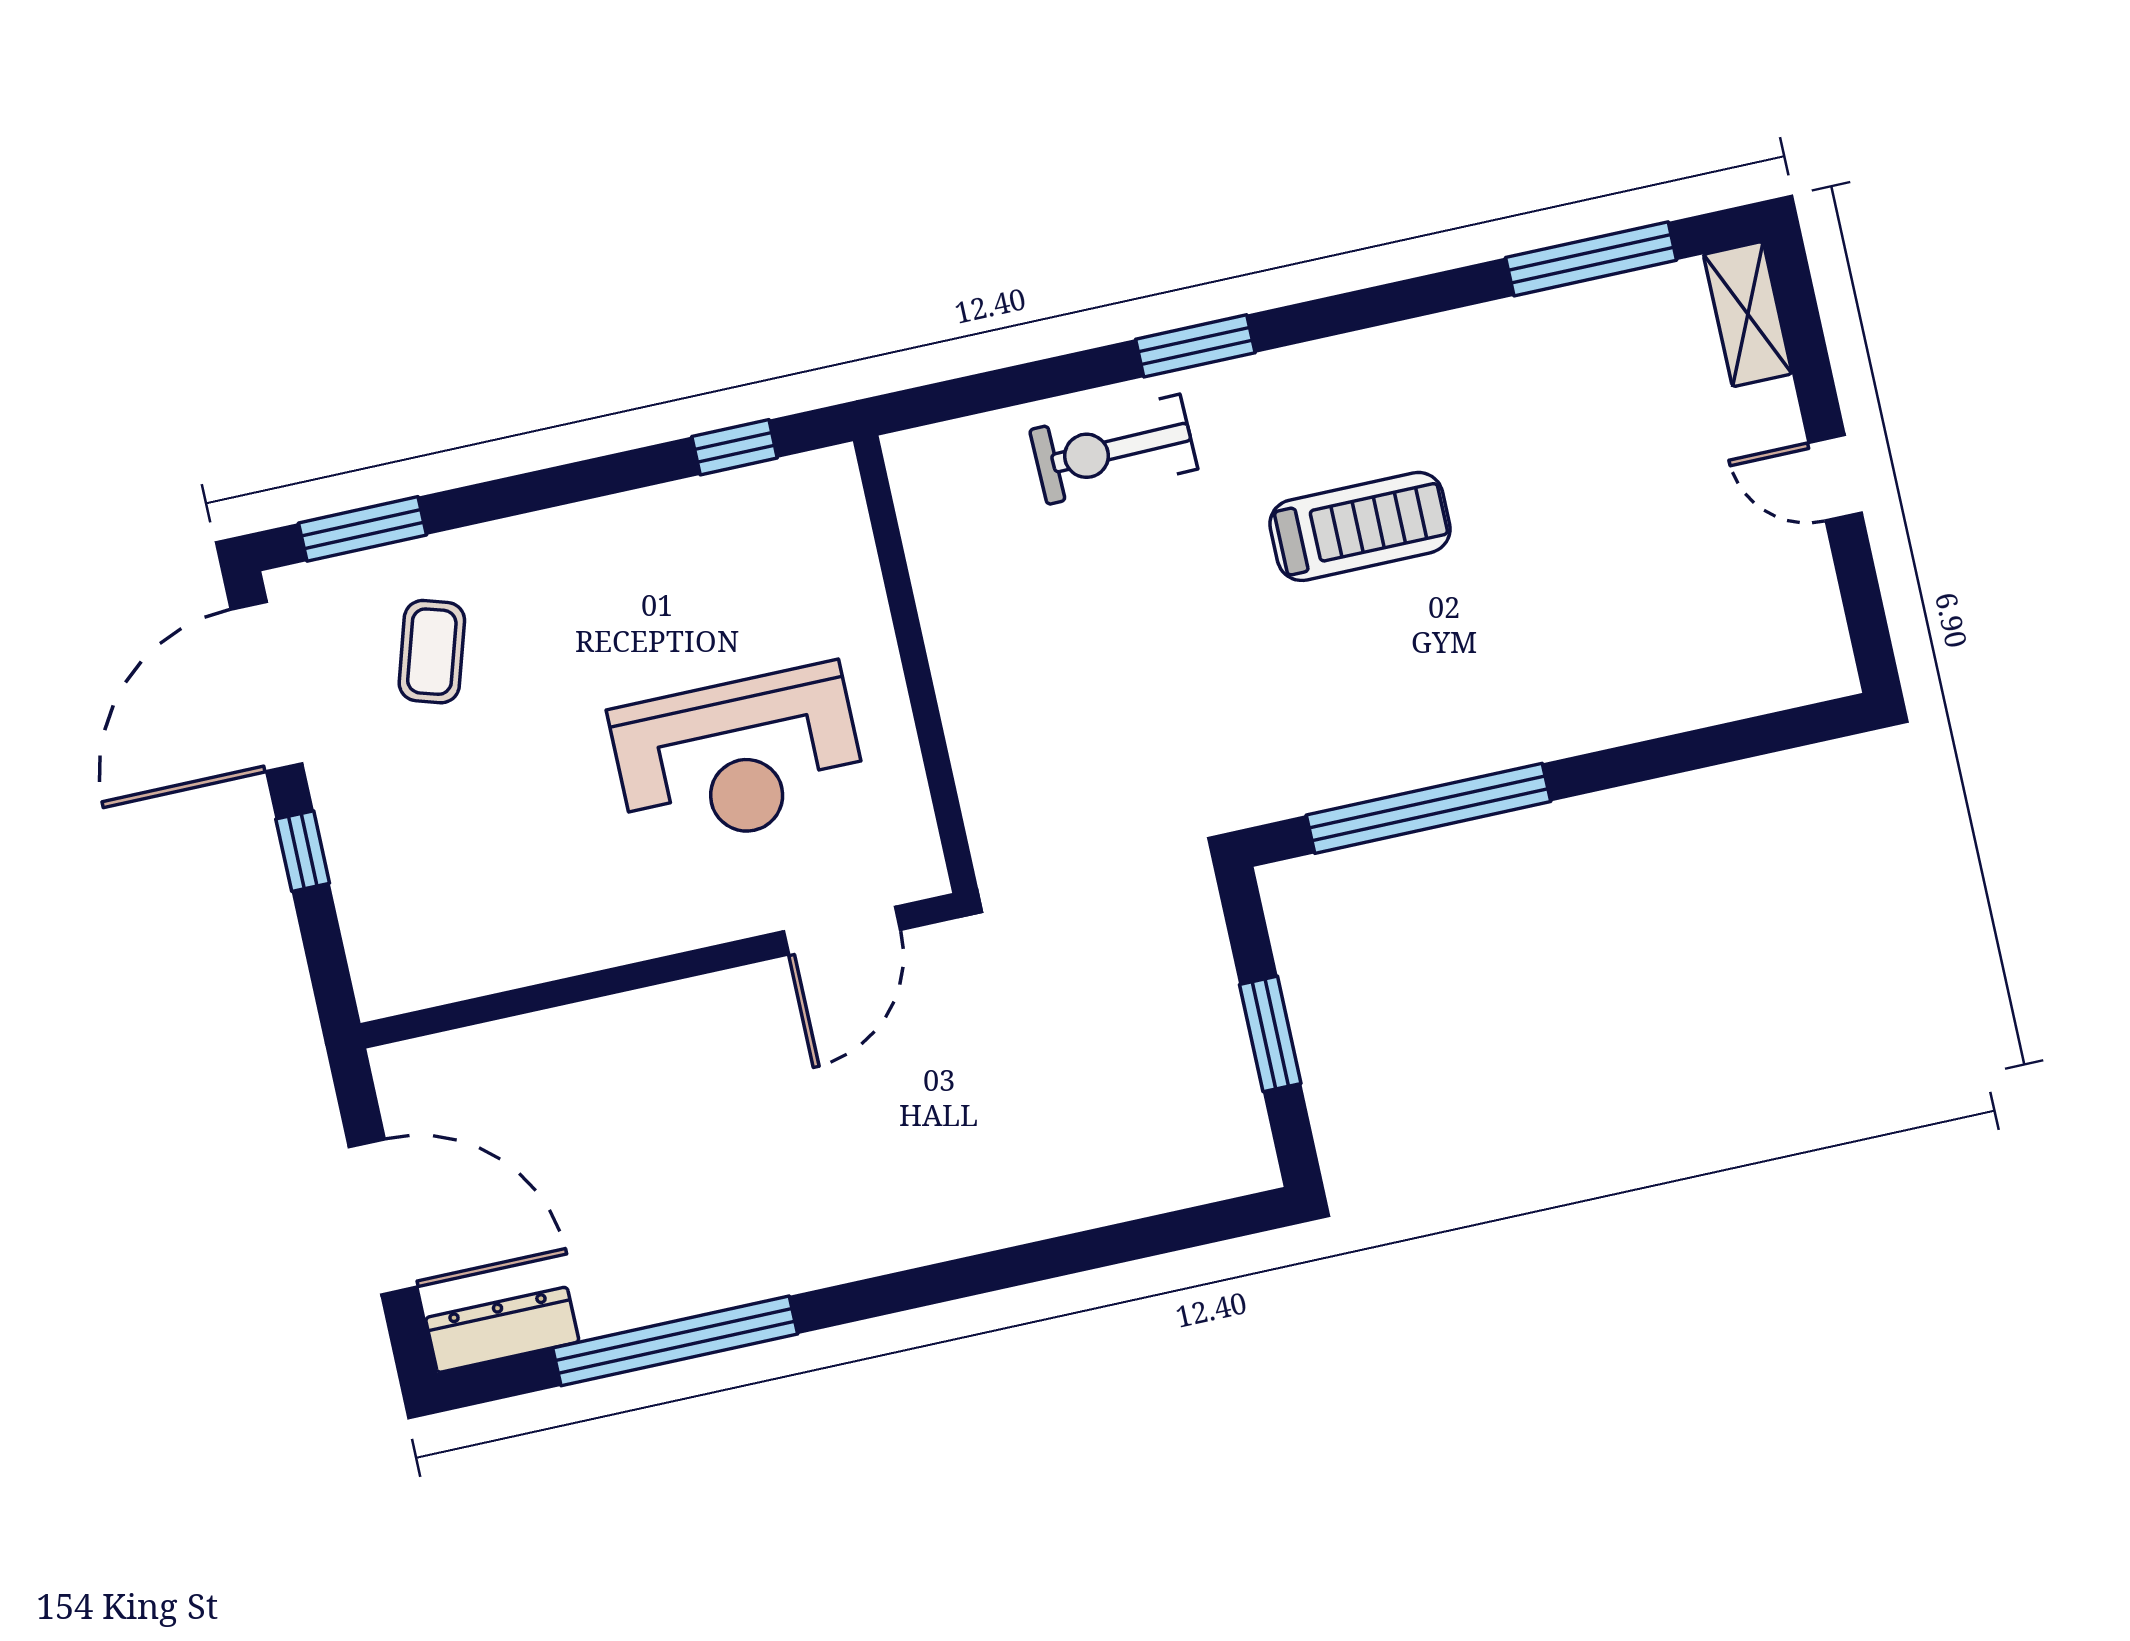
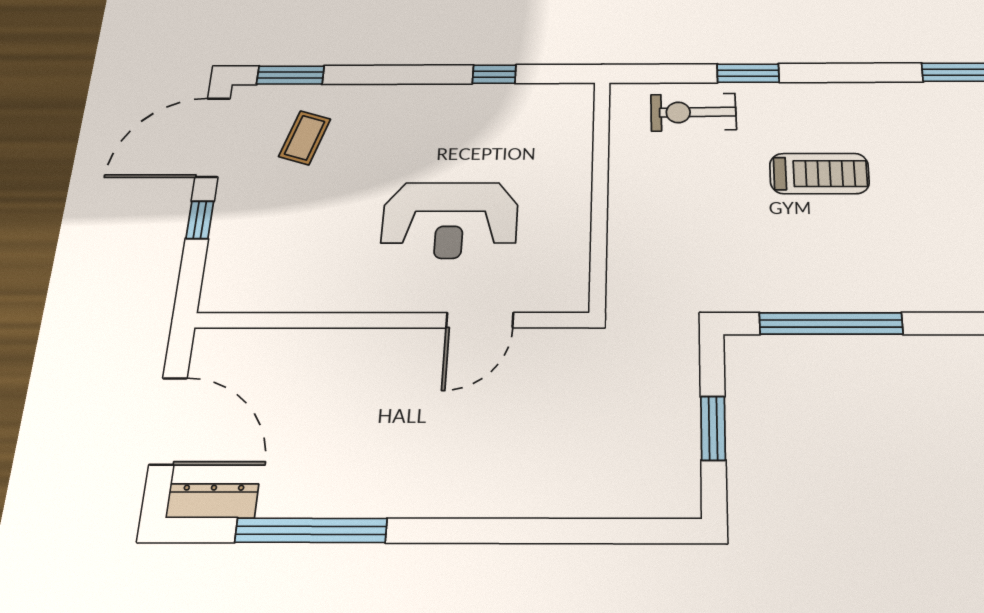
wall: (915, 664) -> (600, 193), moved

